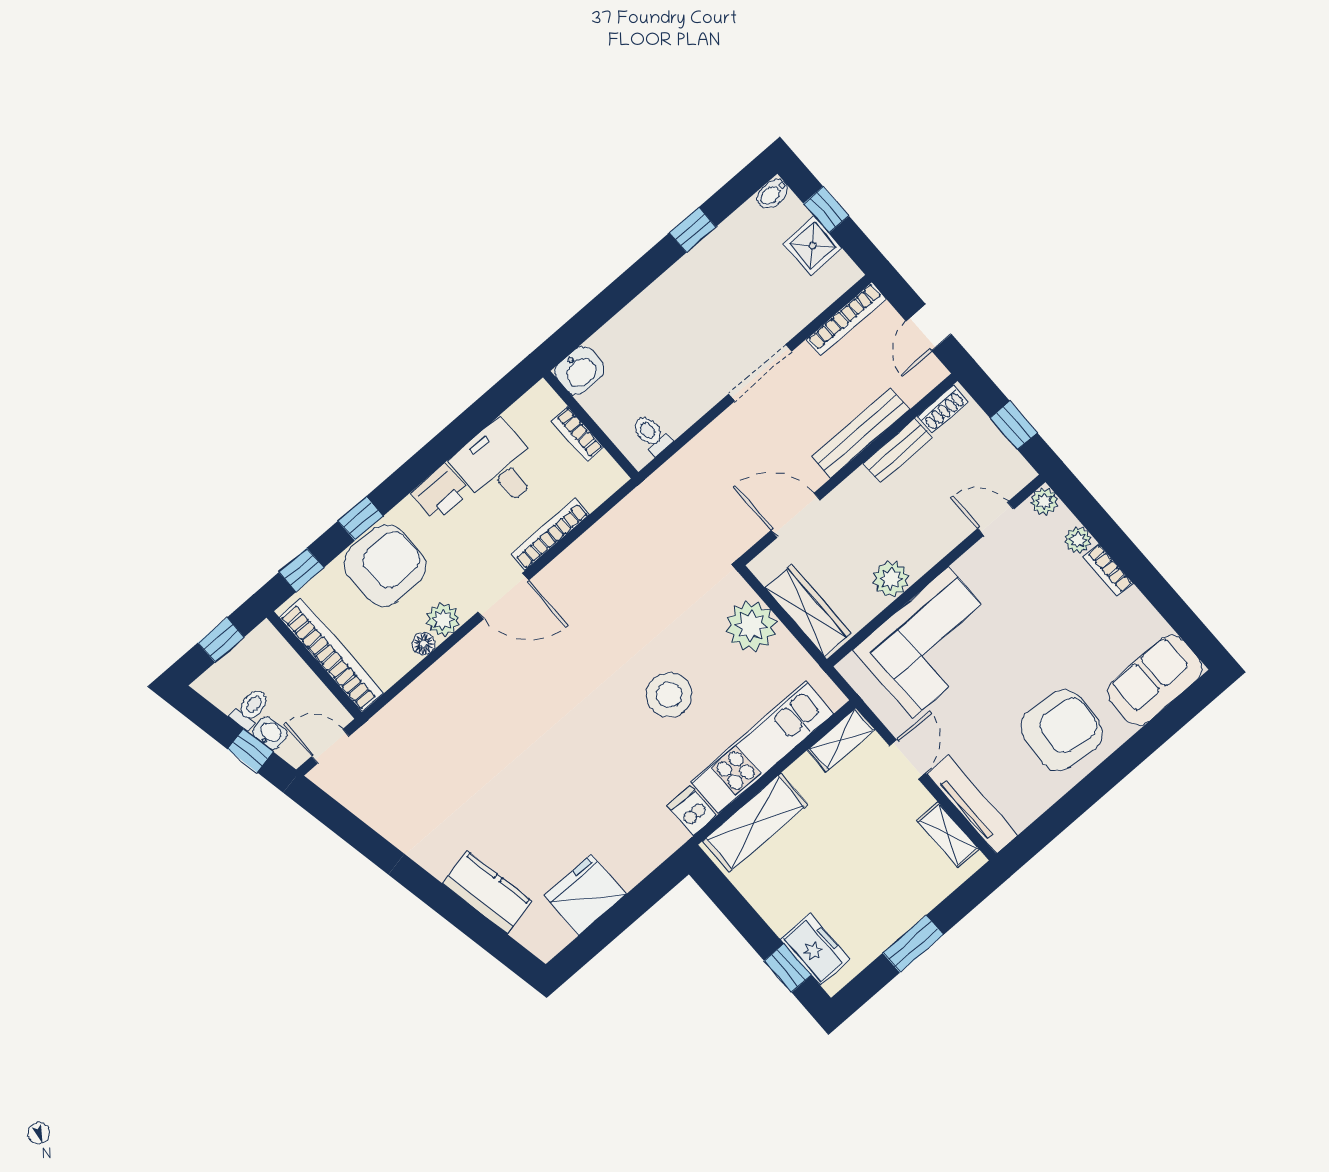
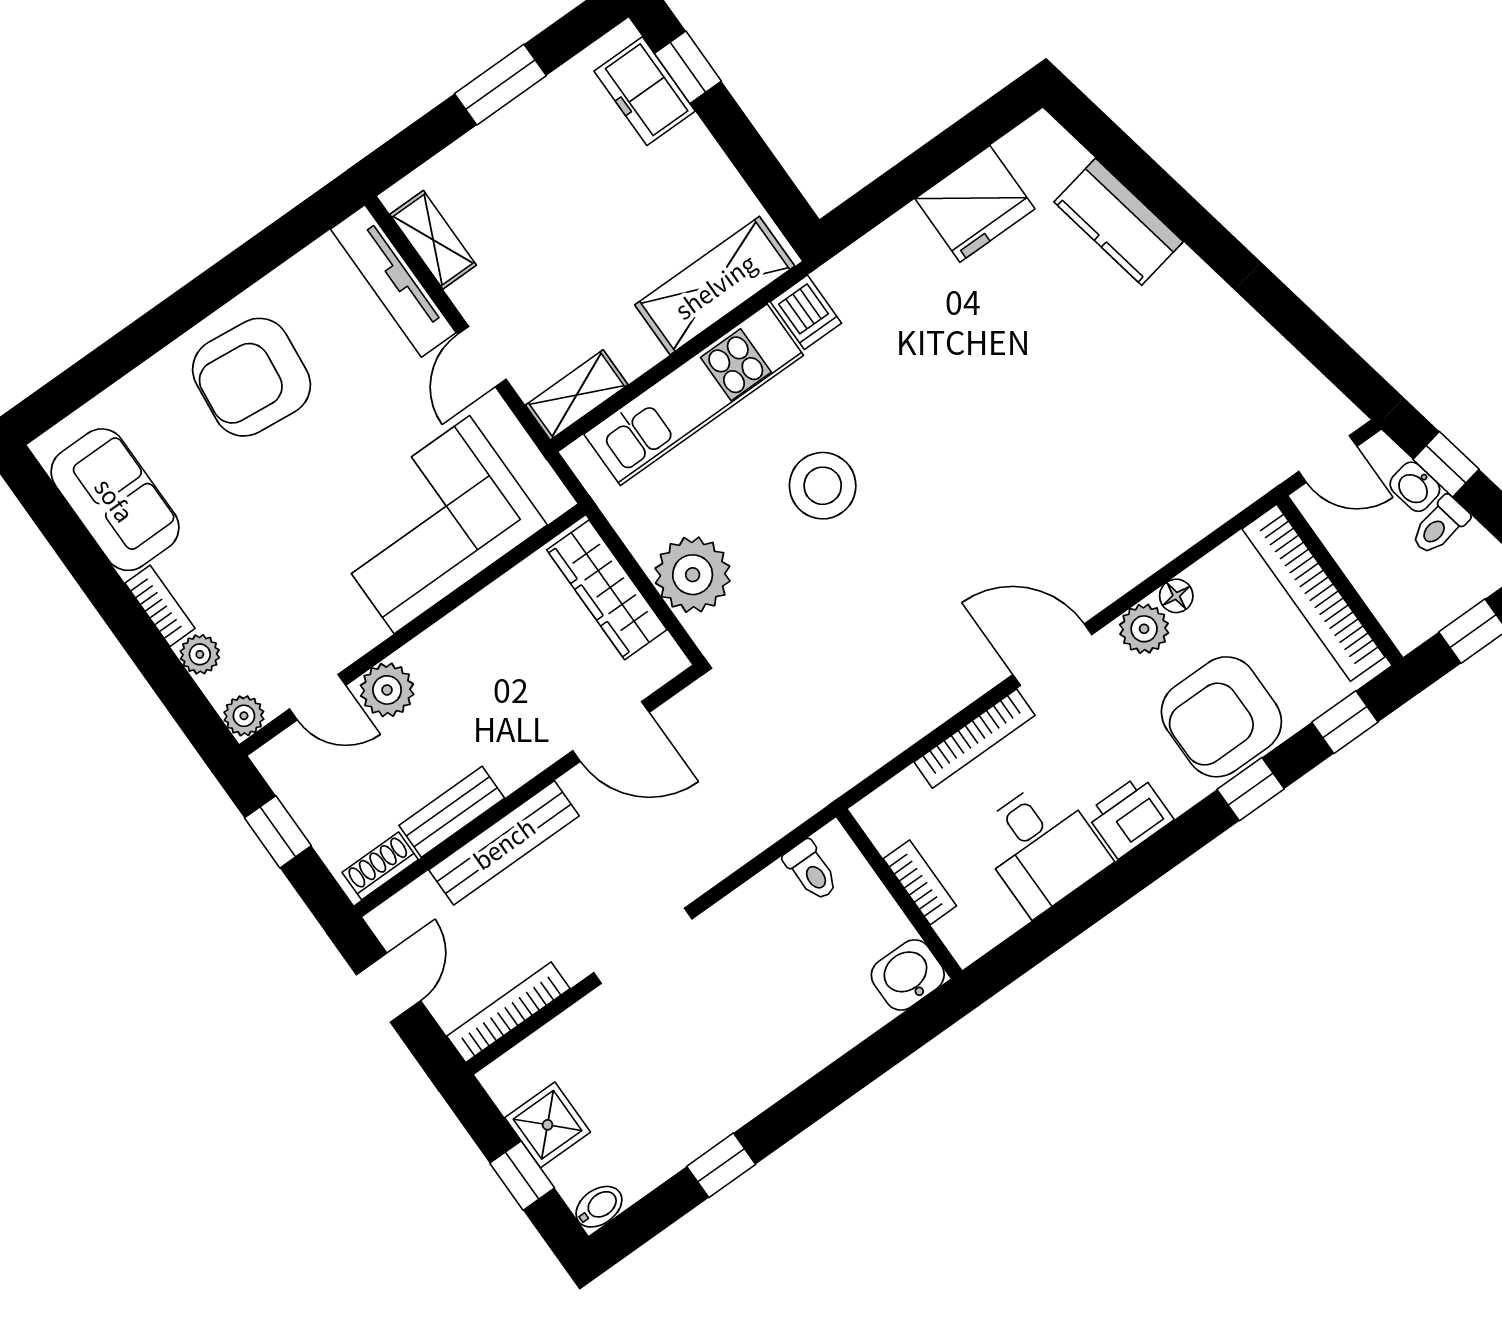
plant: (891, 579) -> (387, 690), moved
sofa: (1155, 680) -> (115, 500), moved, turned -90

